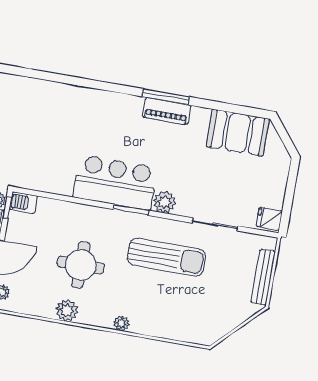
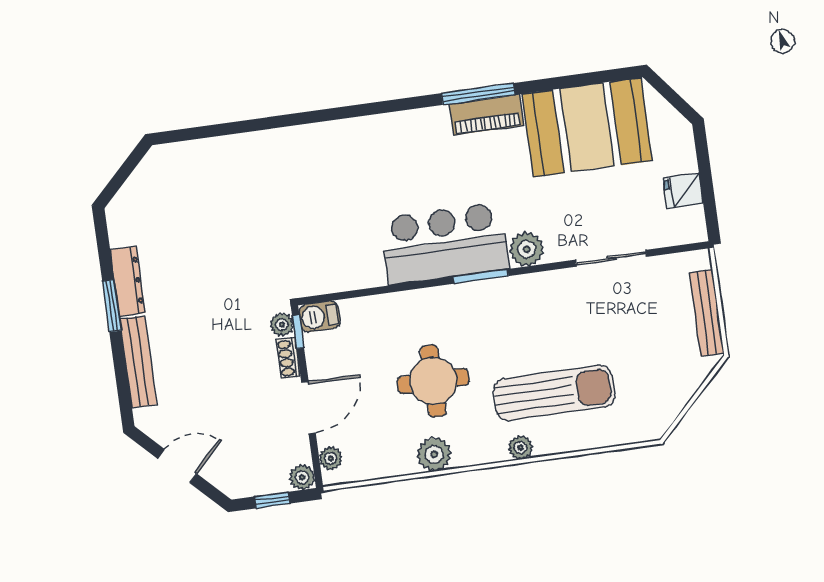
booth: (238, 133) -> (587, 127), width x1.36, depth x1.42
fridge: (269, 219) -> (683, 191), moved
sun lounger: (166, 257) -> (554, 393), moved

